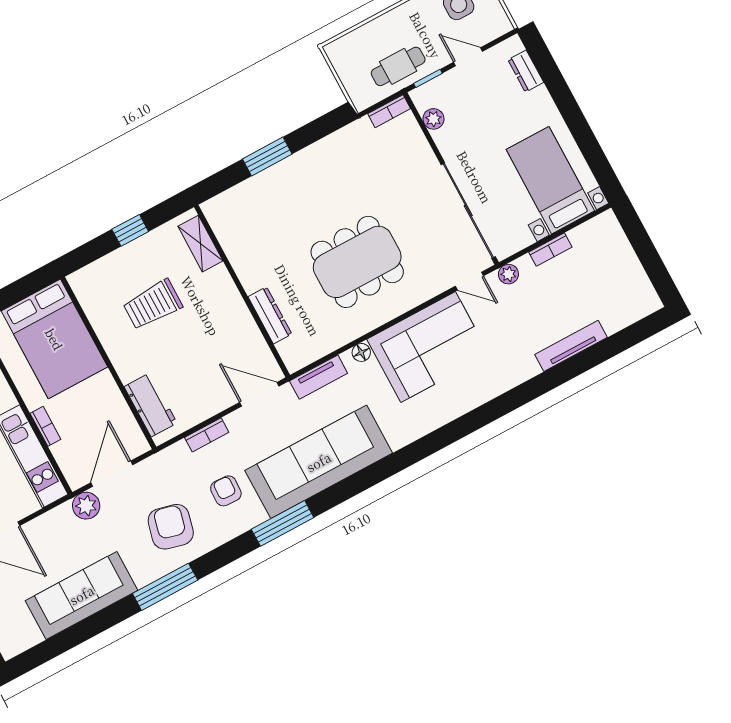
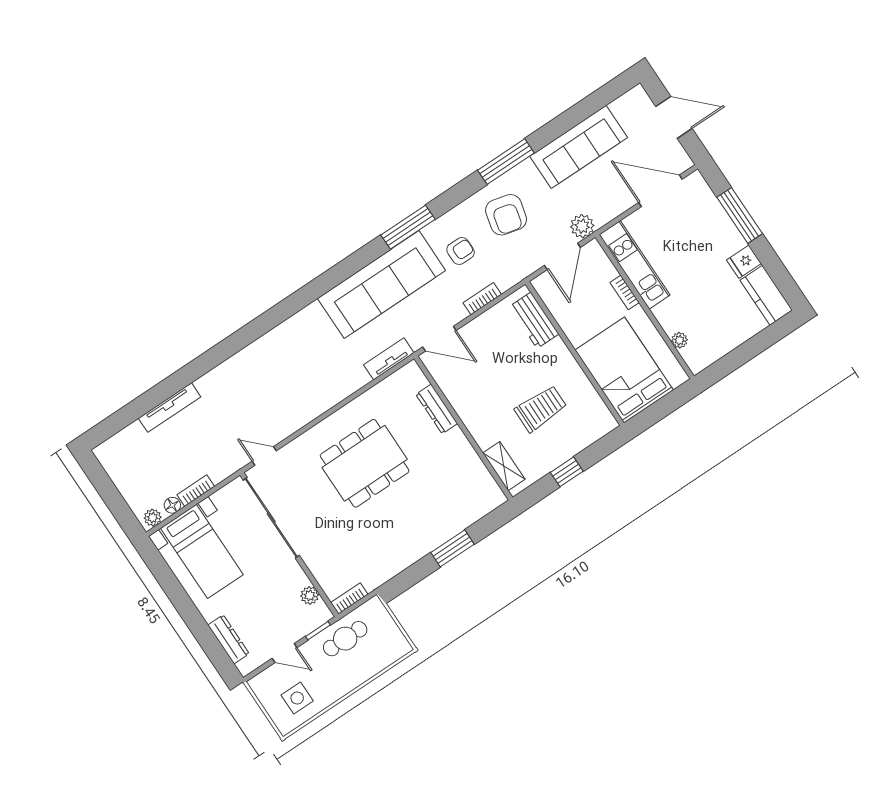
dresser: (526, 71) -> (229, 639), width x1.44
plant: (508, 274) -> (153, 518), moved
corner sofa: (428, 347) -> (295, 395), removed
floor lamp: (361, 352) -> (172, 505), moved
armchair: (226, 491) -> (461, 251), turned -92

